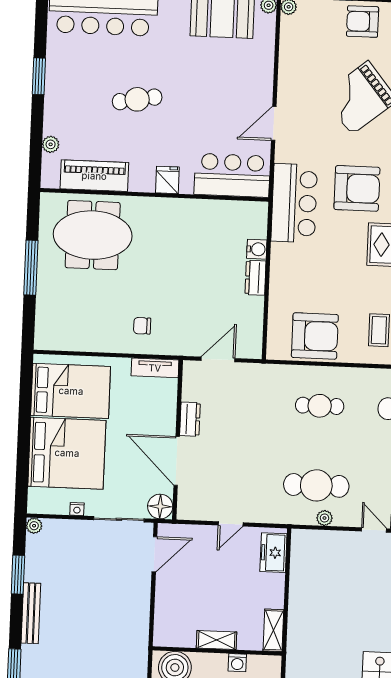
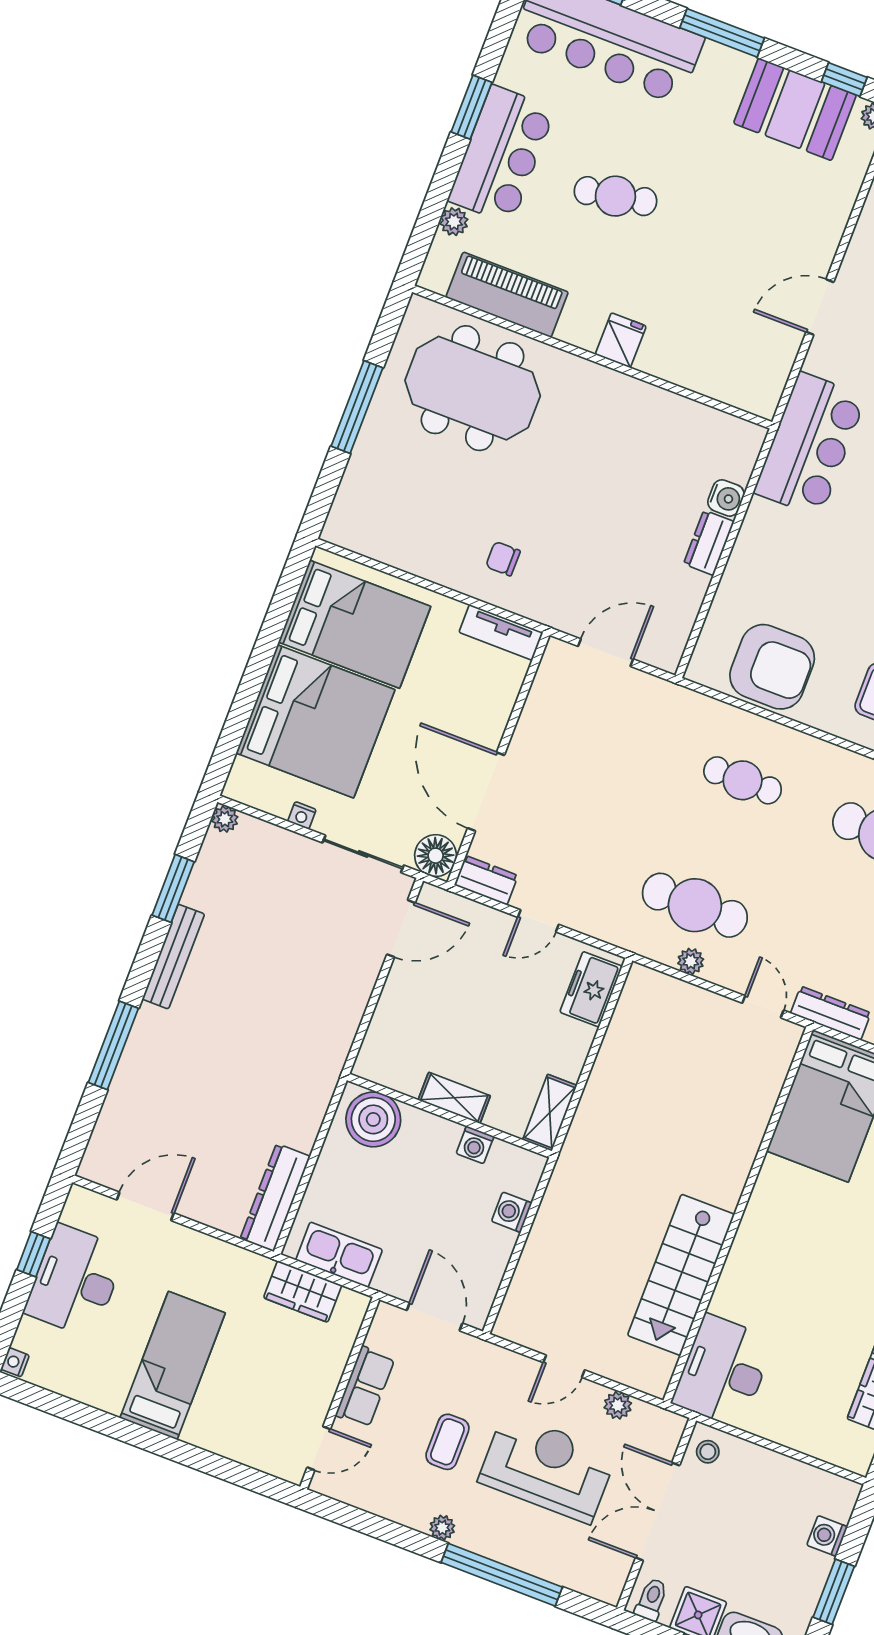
bar counter: (232, 175) -> (502, 155), moved, turned 90
dresser: (190, 419) -> (486, 880), moved, turned -90

